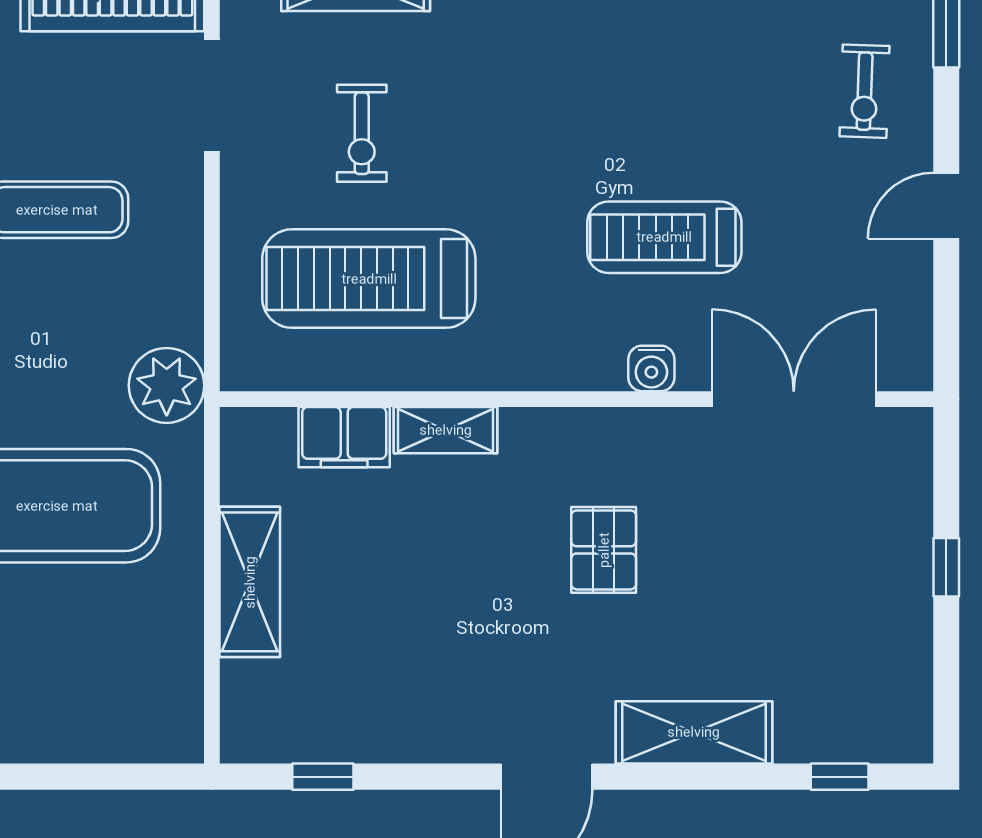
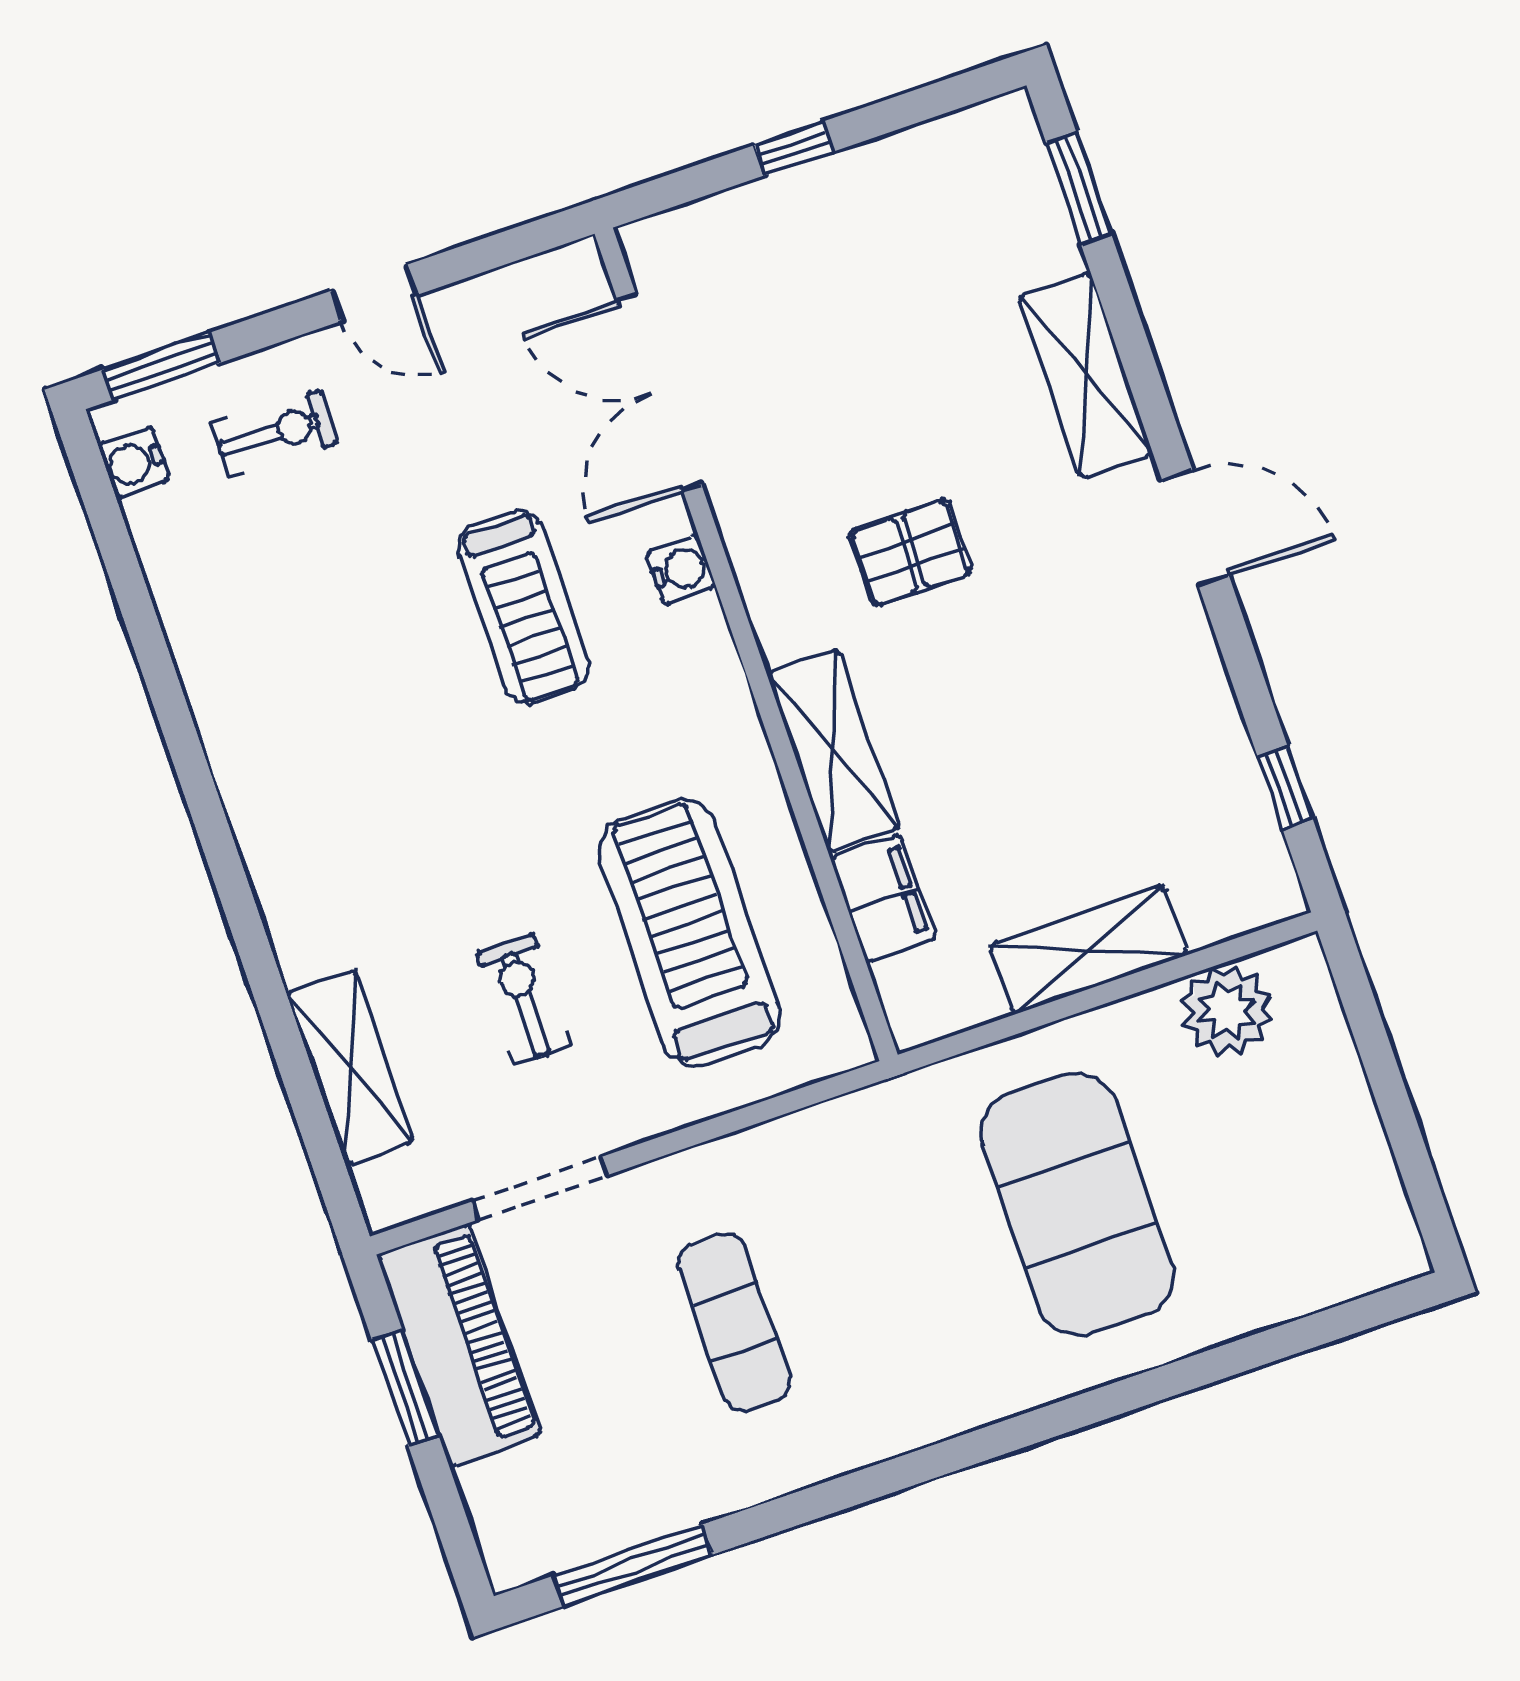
exercise bike: (362, 133) -> (524, 999), turned -90
treadmill: (369, 279) -> (689, 933), turned 180
plant: (167, 385) -> (1227, 1010), moved
shelving: (446, 430) -> (833, 751), width x1.50, depth x1.33
window: (840, 777) -> (1079, 189), width x1.50

